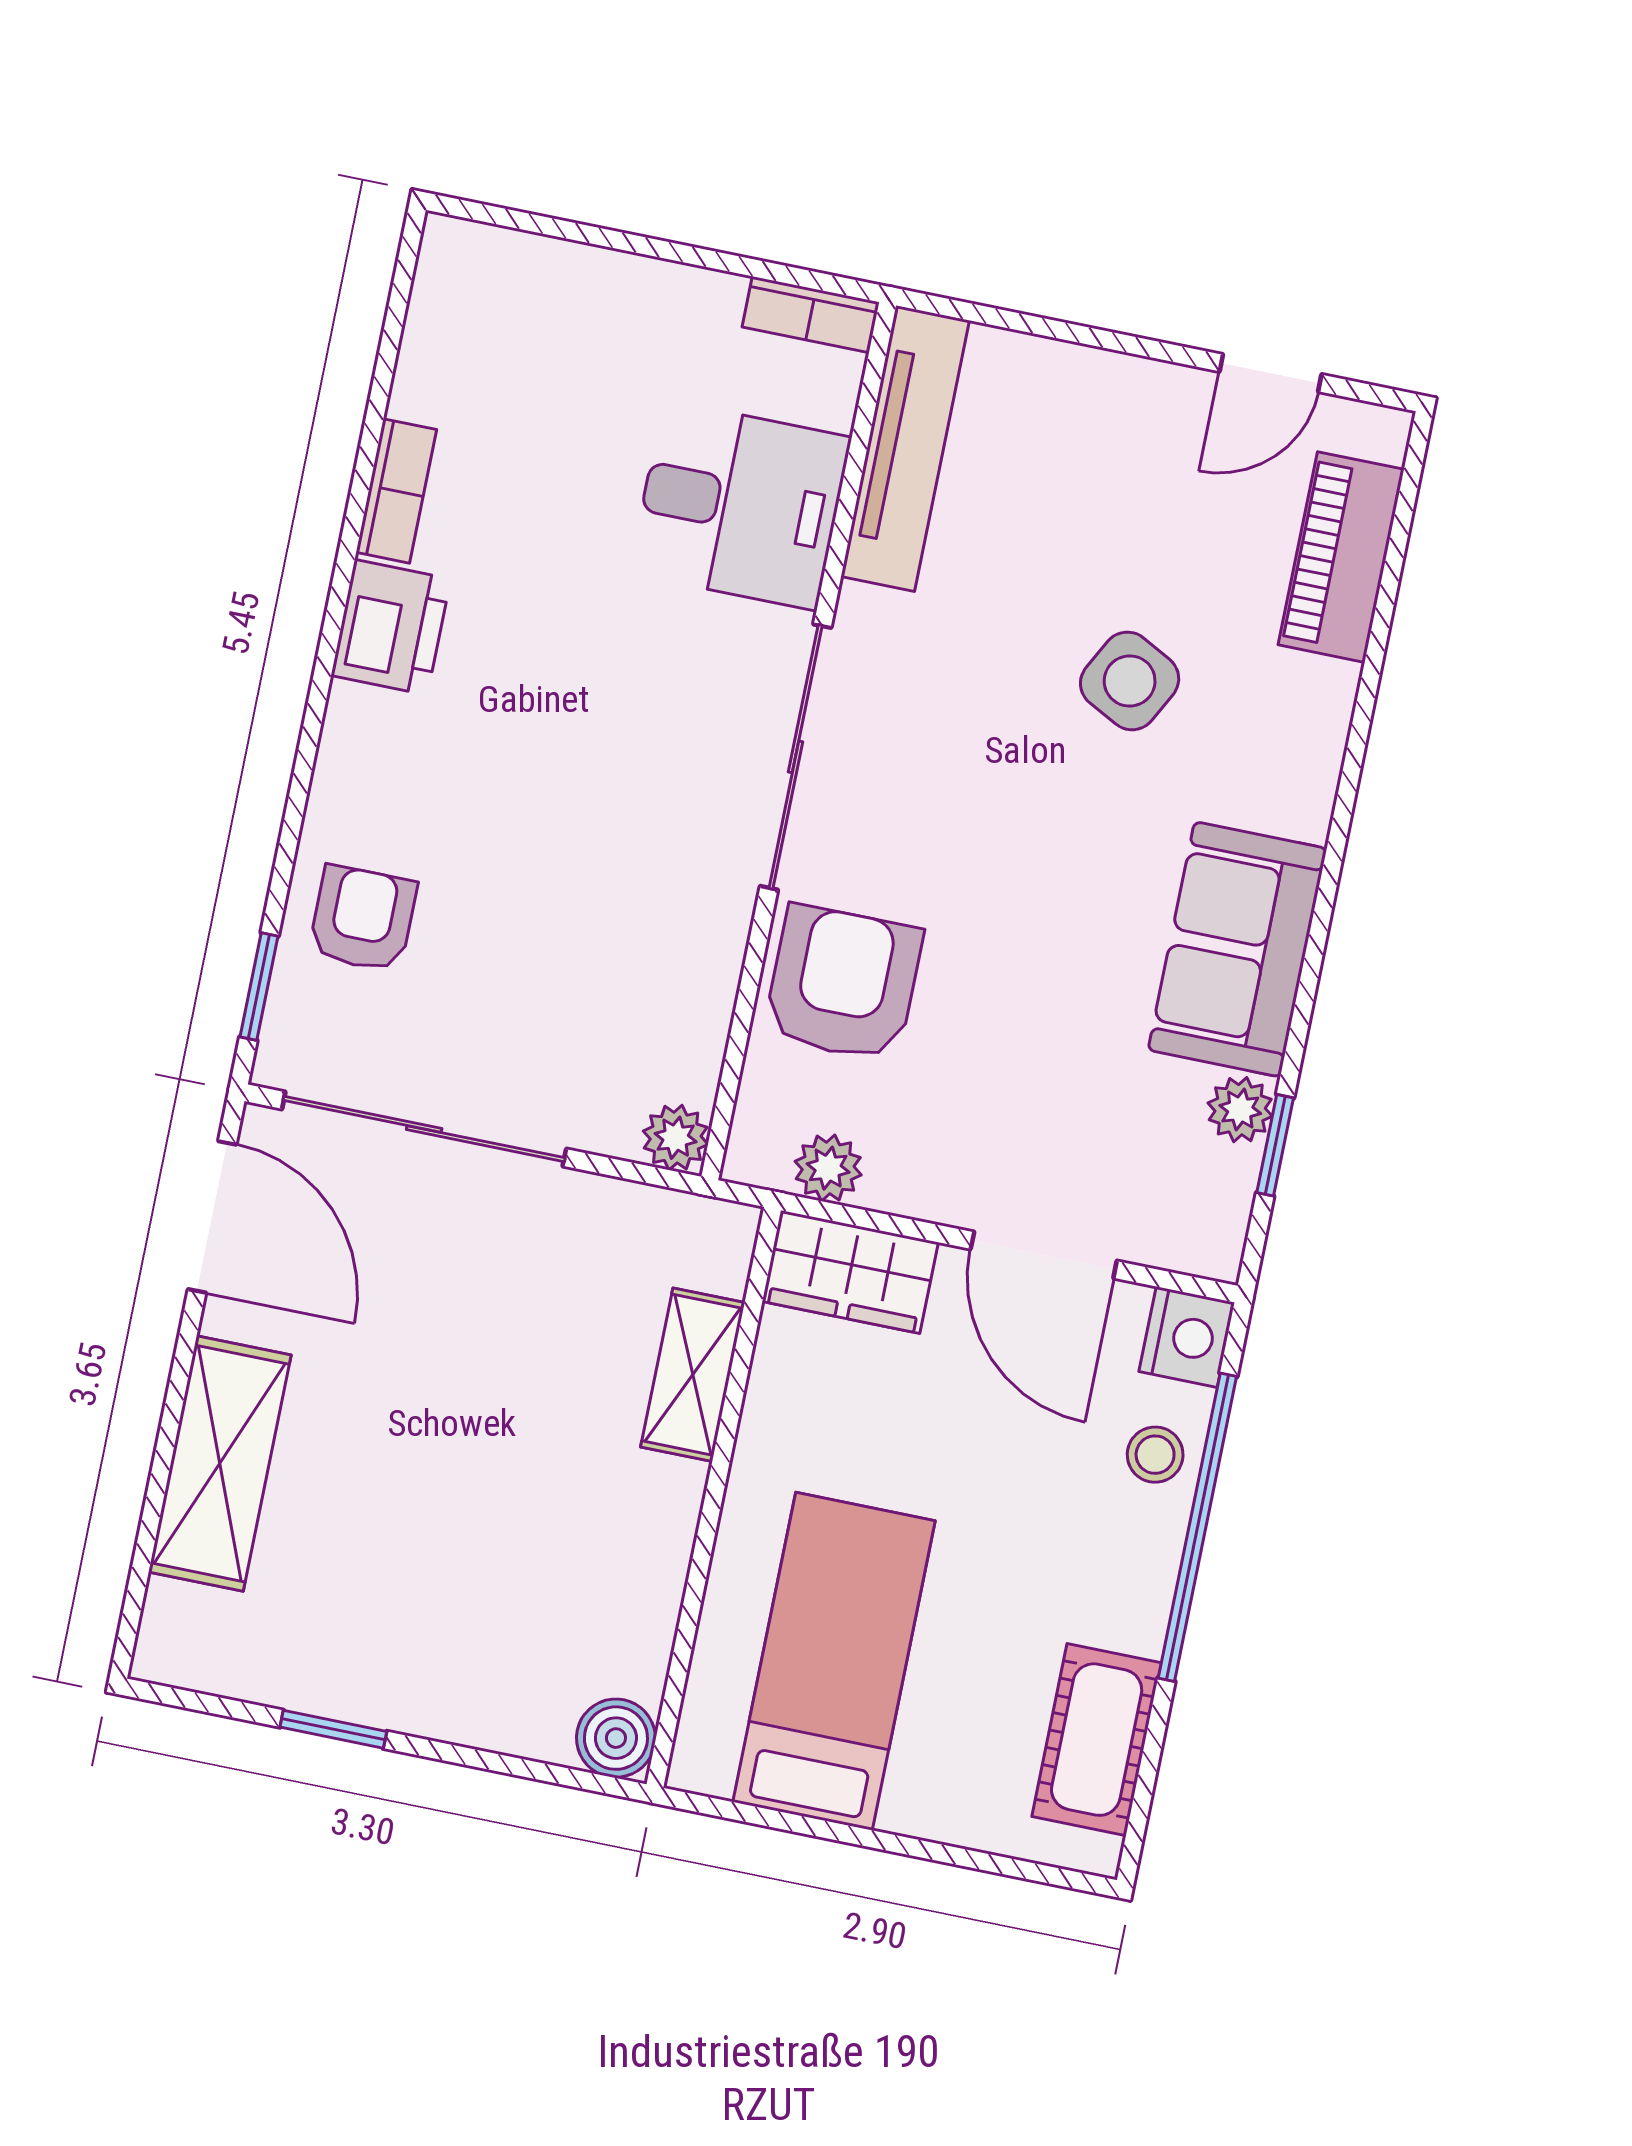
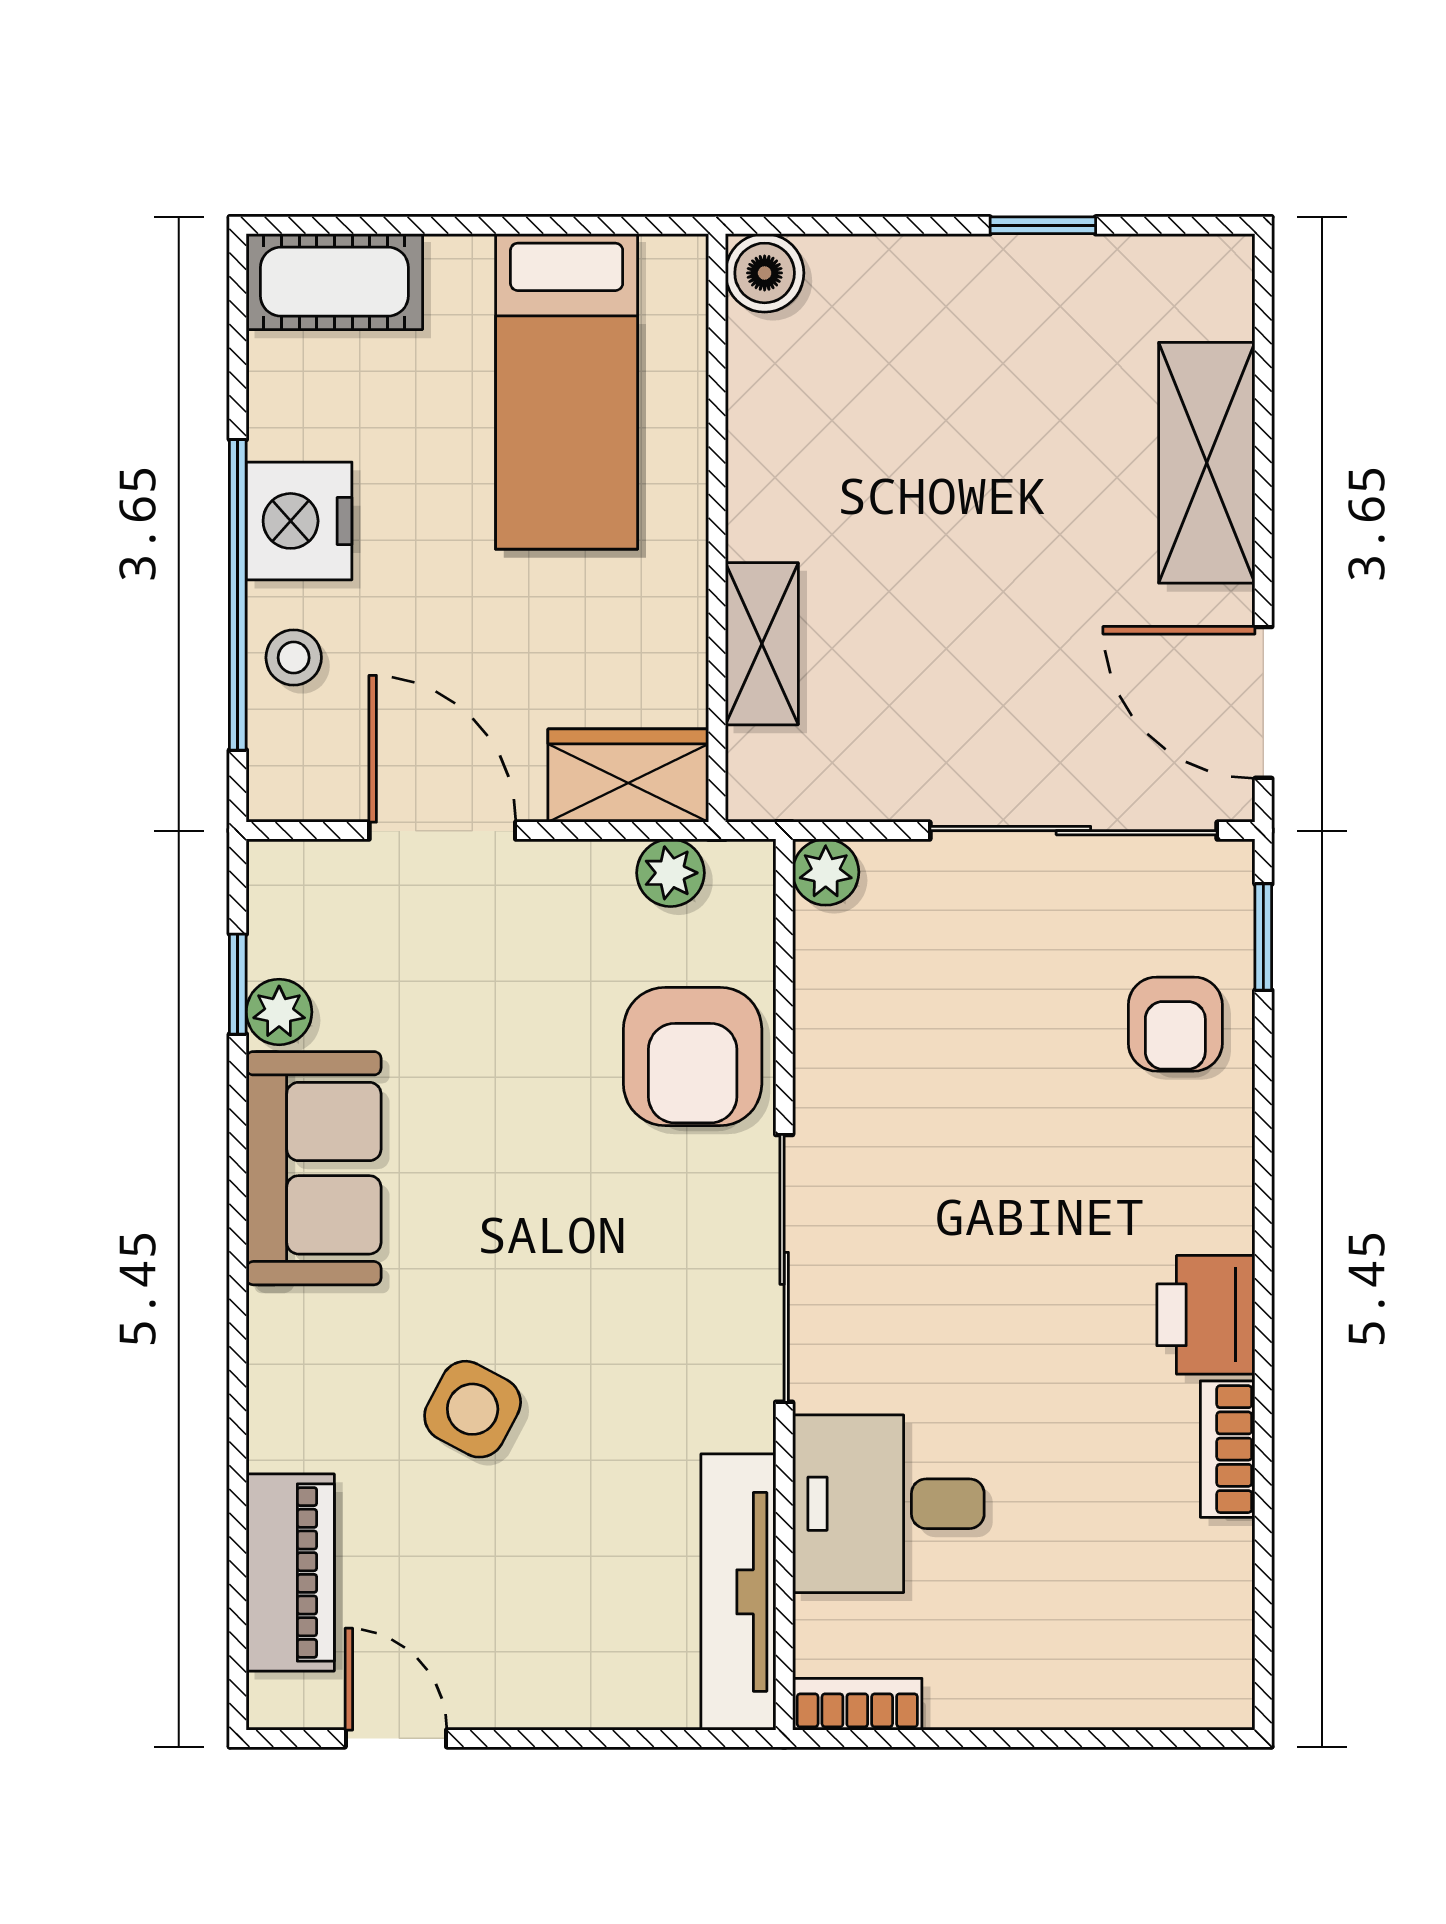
door: (1270, 373) -> (396, 1738), hinge flipped
nightstand: (1187, 1337) -> (299, 521), moved, width x1.36, depth x1.33
cot: (1097, 1740) -> (334, 282), moved, turned 90

